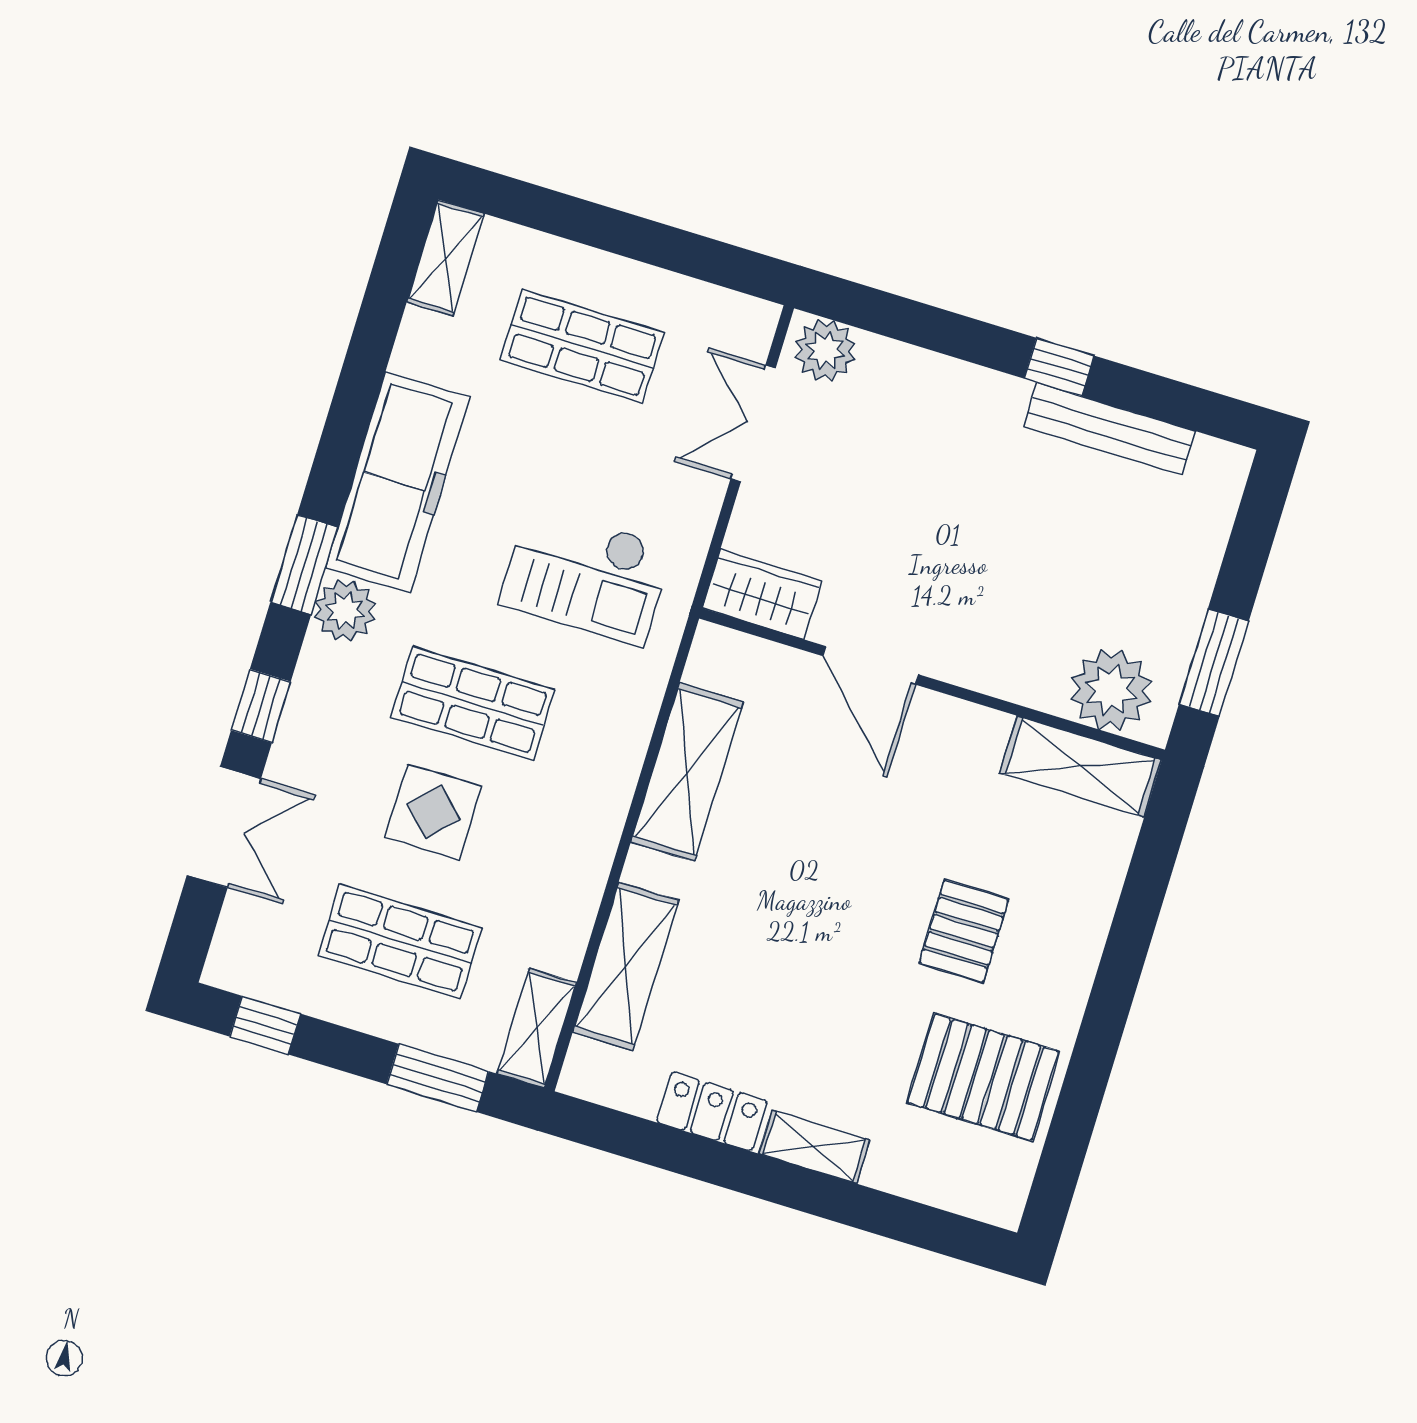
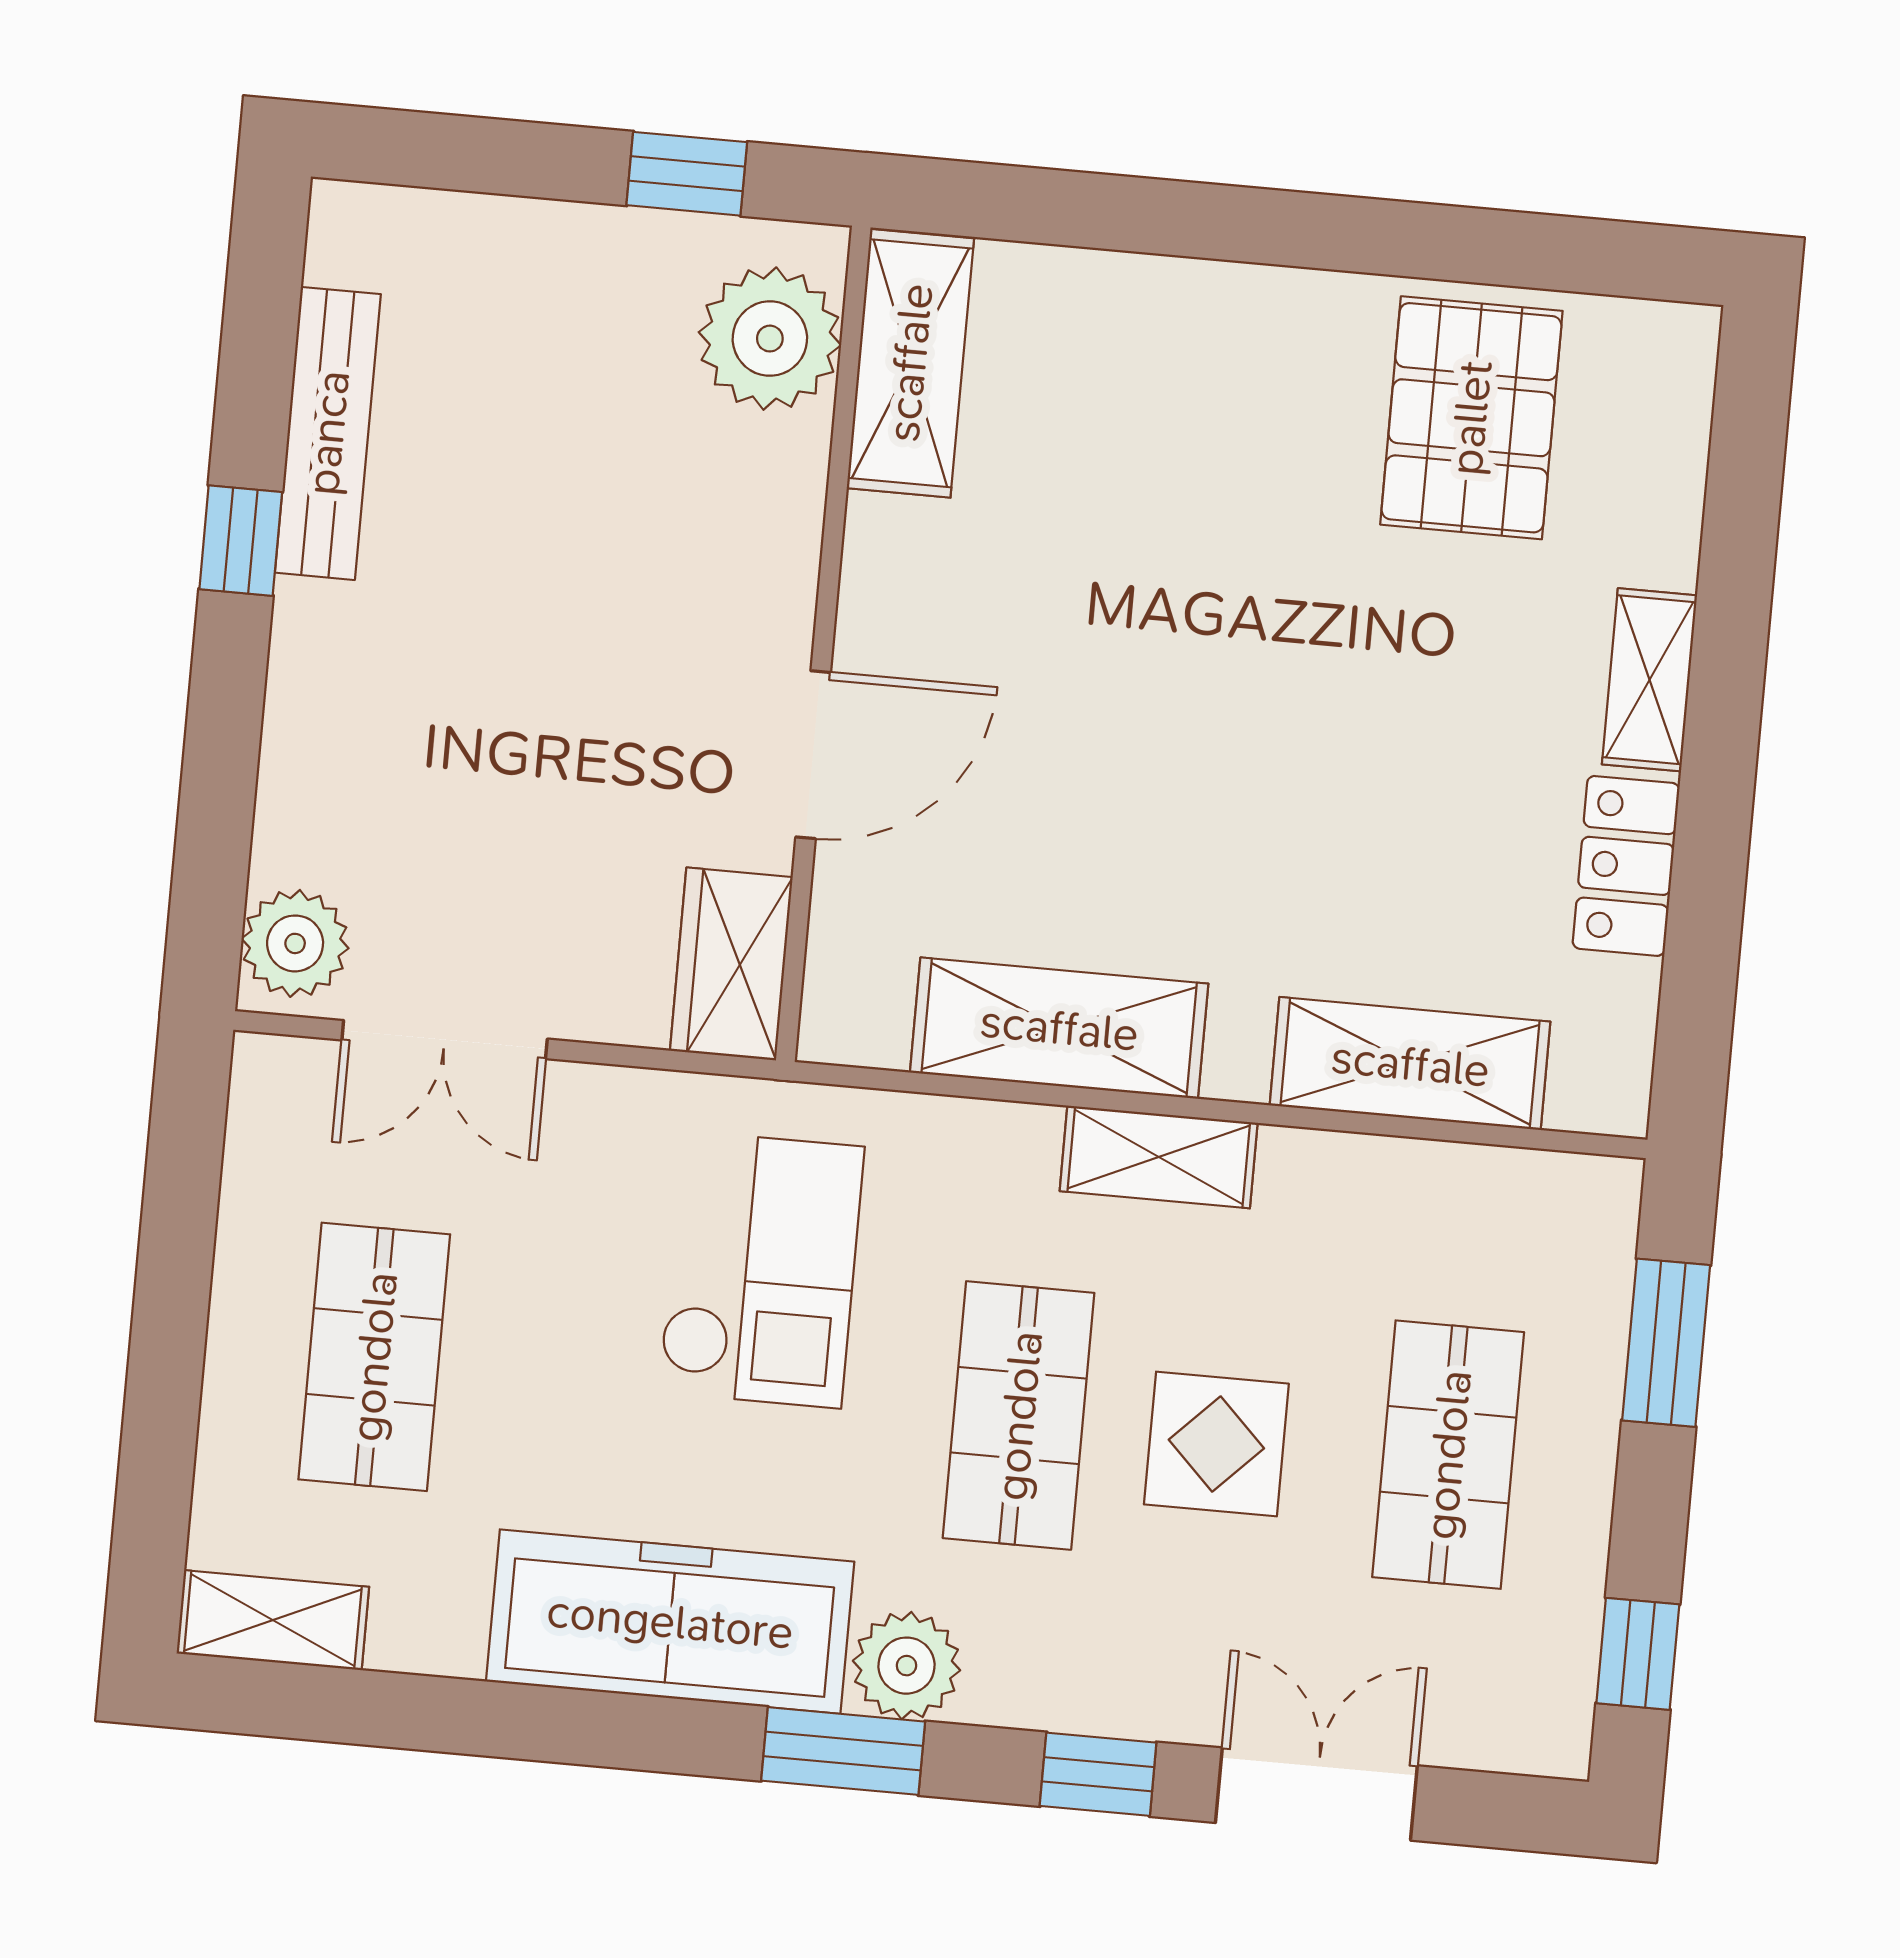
window: (1214, 662) -> (687, 174), width x0.67
pallet: (964, 931) -> (1231, 503), removed
shelving: (537, 1028) -> (1159, 1157), moved

